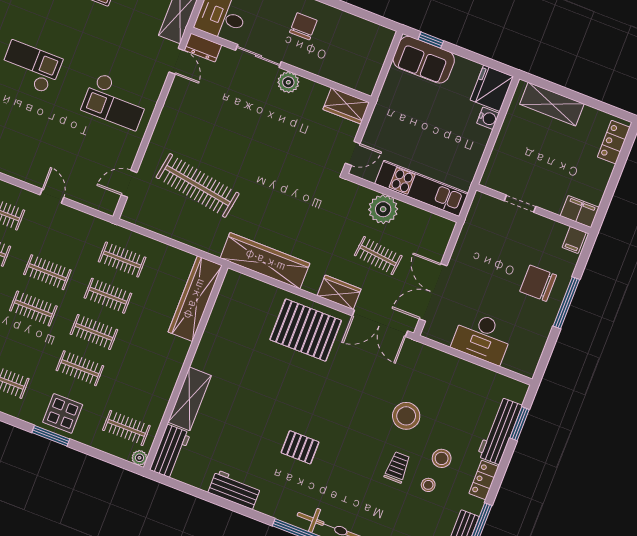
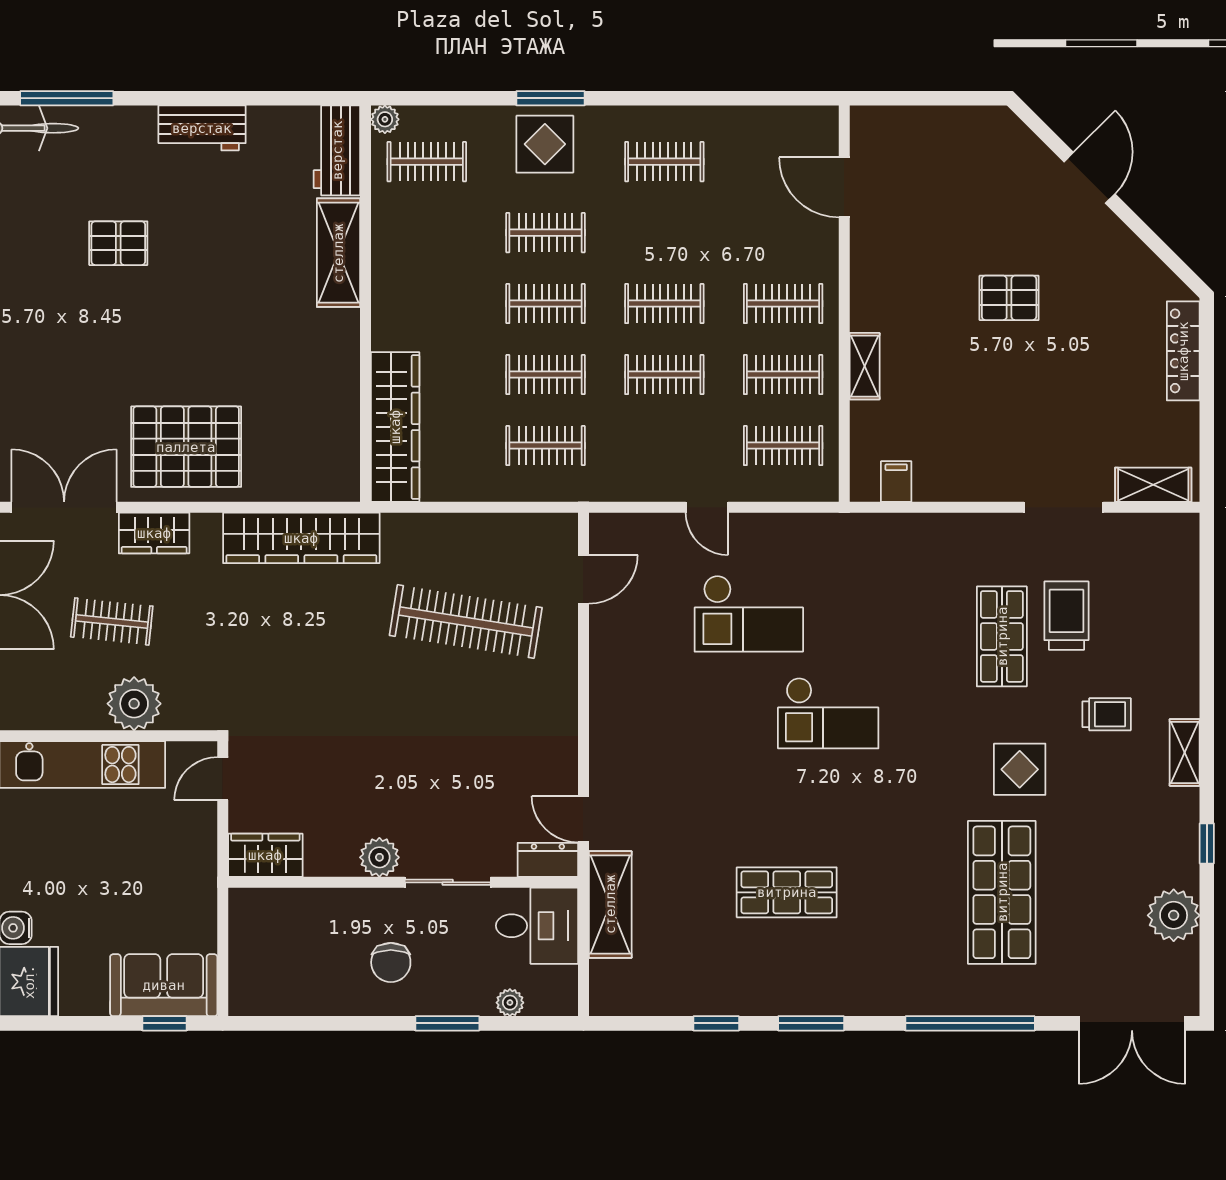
checkout: (116, 101) -> (749, 614), moved, turned 180

